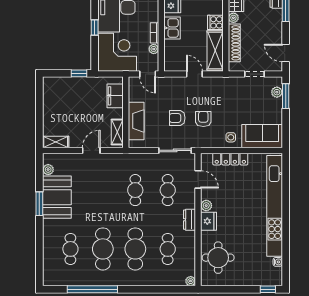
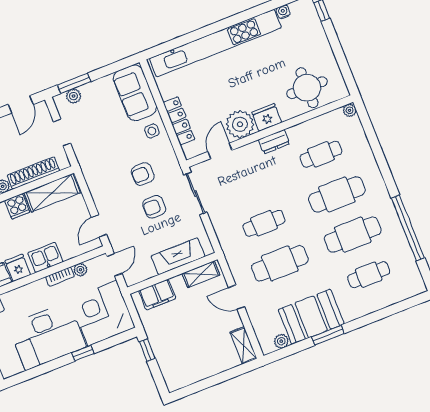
door: (194, 74) -> (99, 226), moved
armchair: (177, 118) -> (154, 207), turned 90
cafe table: (168, 190) -> (280, 263), moved, width x1.37, depth x1.35
plant: (206, 206) -> (240, 124), width x1.87, depth x1.87

